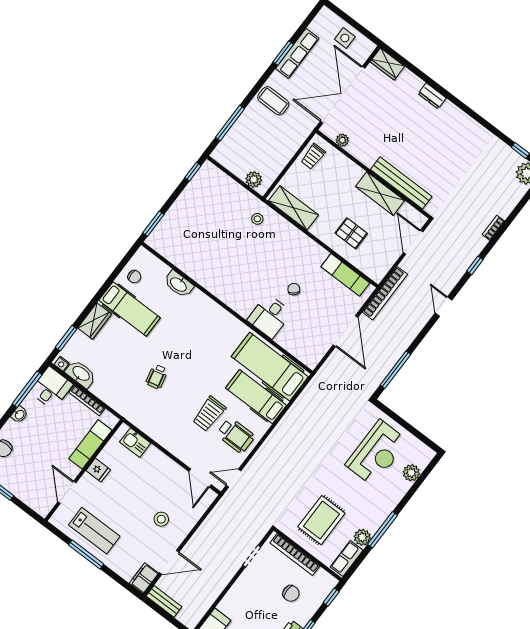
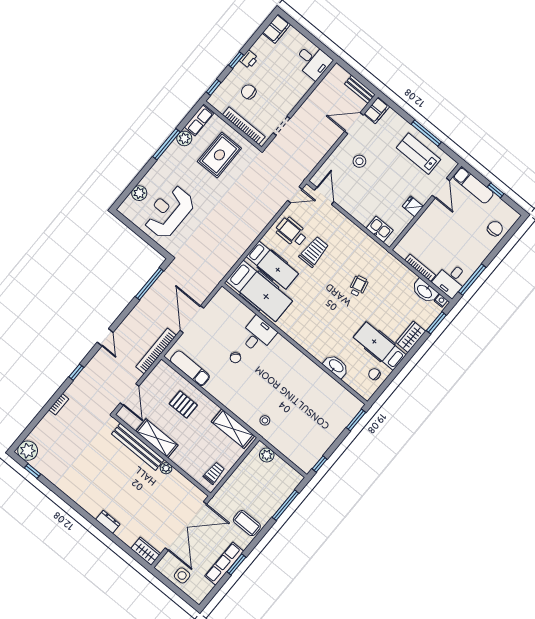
plant: (342, 140) -> (166, 468), moved
washbasin: (19, 415) -> (480, 258), removed
exam couch: (90, 444) -> (473, 185), moved, turned 90

